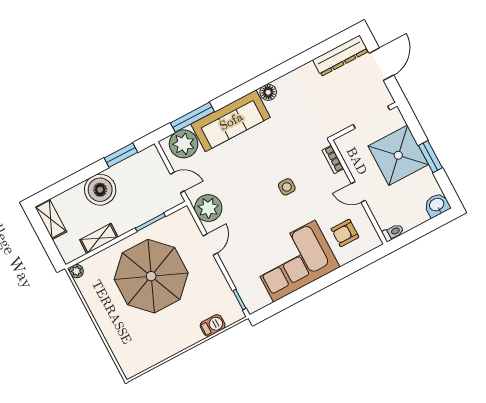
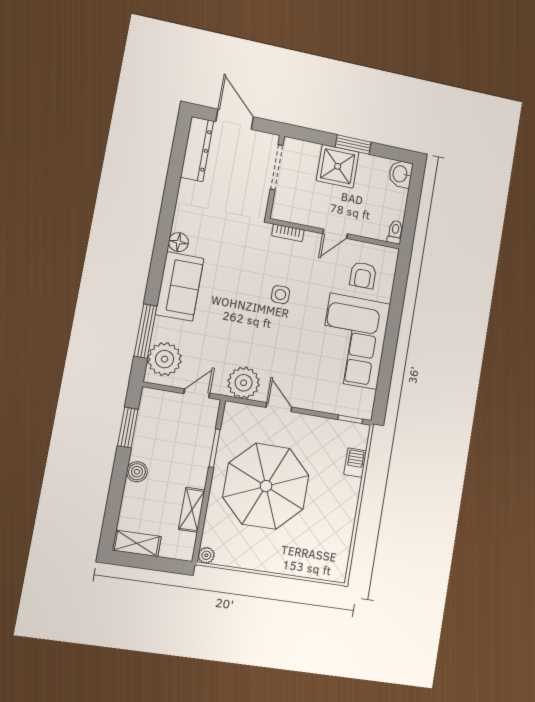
sofa: (231, 121) -> (180, 286), width x0.73
shower: (398, 155) -> (338, 166), width x0.73, depth x0.73
boiler: (100, 190) -> (137, 472), width x0.54, depth x0.54

